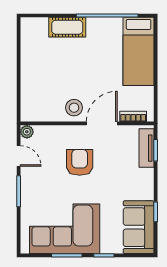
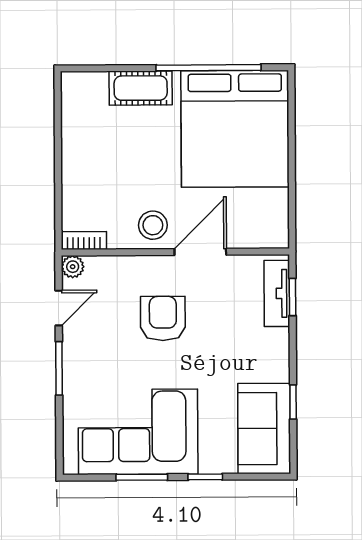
bed: (139, 51) -> (235, 129), width x2.04
bookcase: (133, 116) -> (84, 241), moved
door: (19, 156) -> (59, 308), hinge flipped

